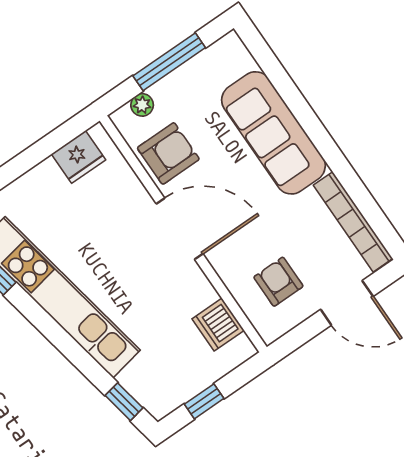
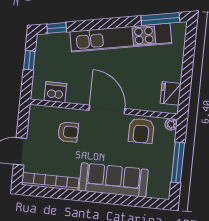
plant: (142, 105) -> (171, 124), moved
door: (180, 229) -> (107, 109), swing flipped
armchair: (278, 282) -> (68, 132), moved

